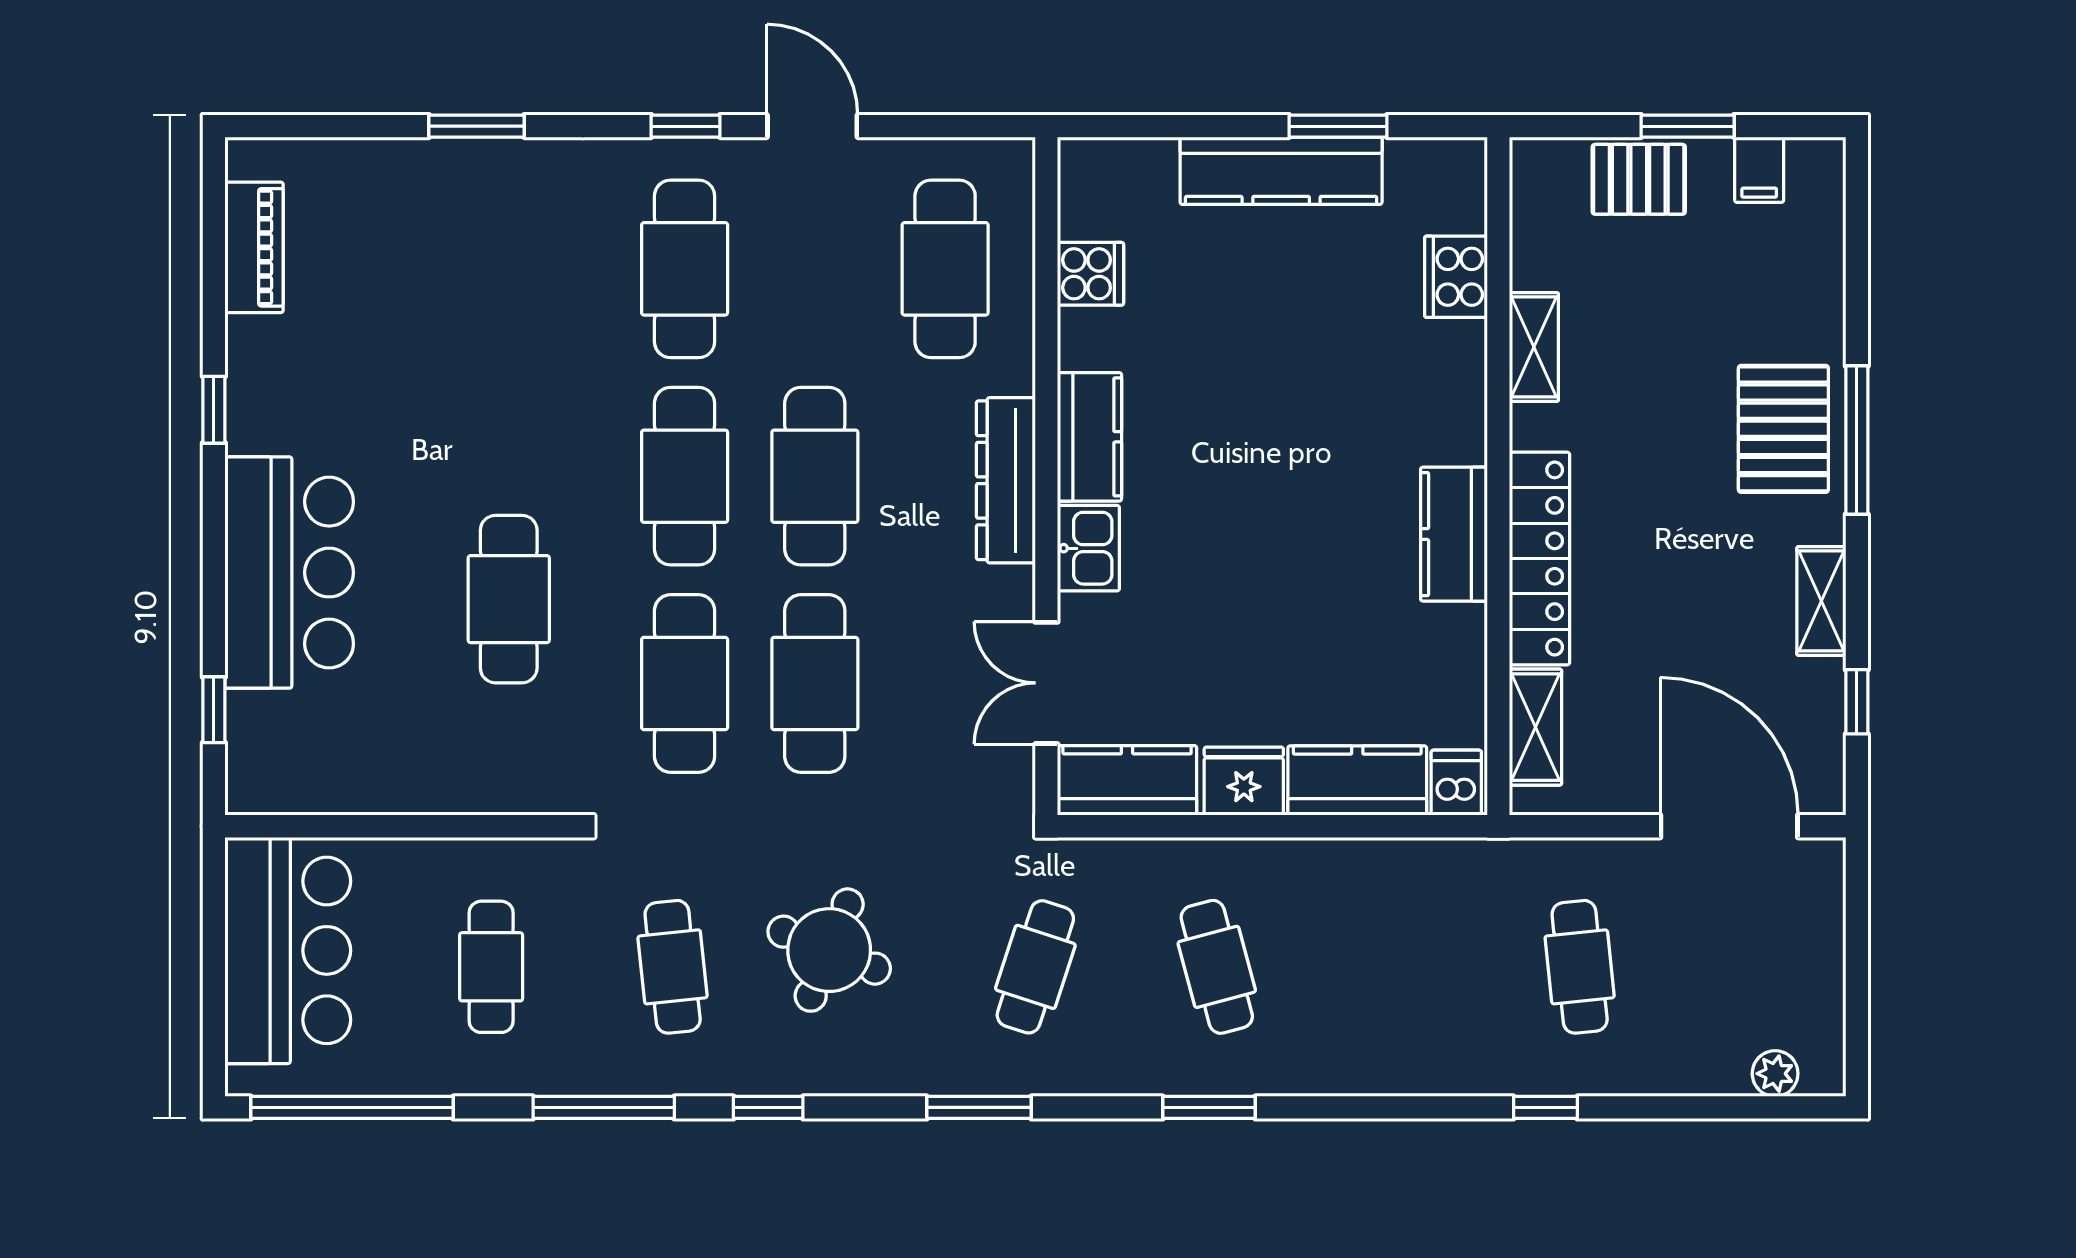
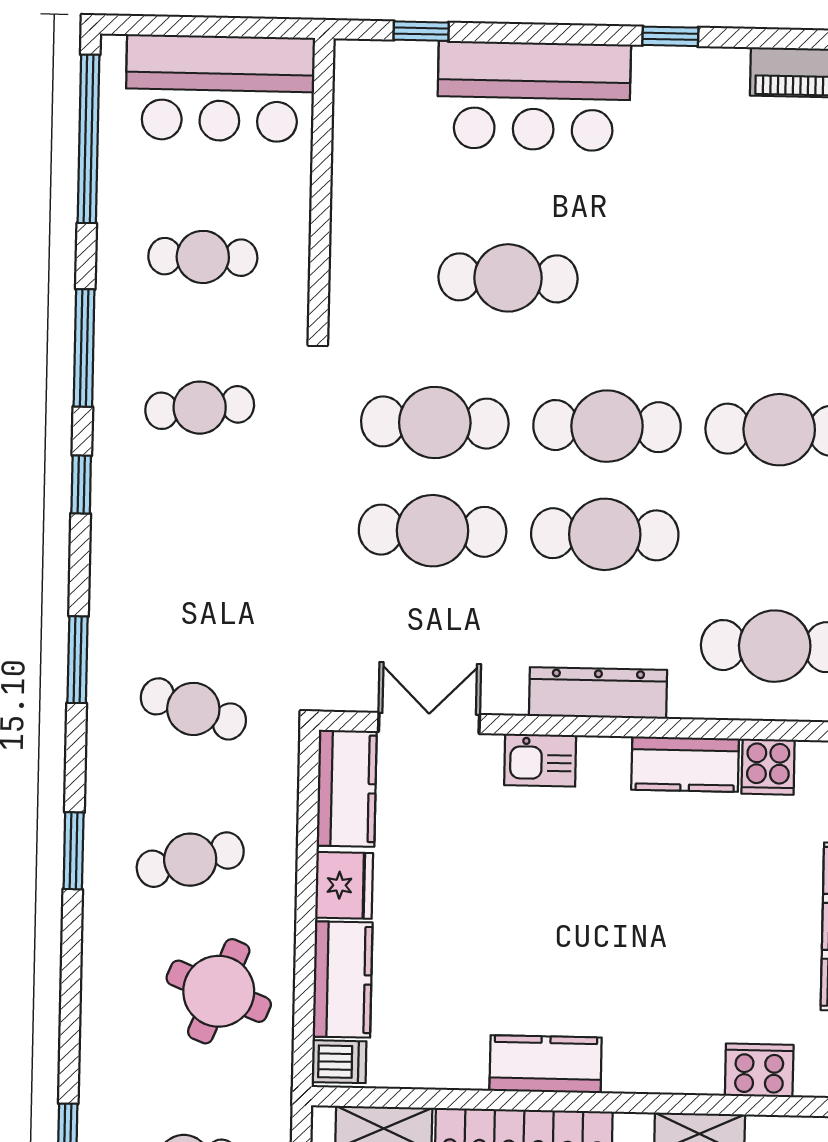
kitchen counter: (1089, 437) -> (685, 764), moved
round table: (829, 950) -> (219, 991), moved

